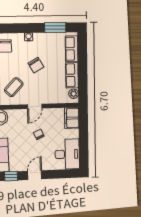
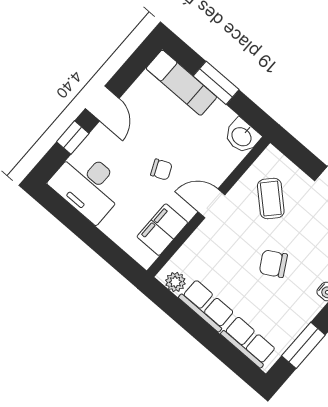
door: (35, 106) -> (211, 203), hinge flipped
filing cabinet: (72, 118) -> (162, 230), moved, turned -90
window: (11, 176) -> (73, 138), moved

